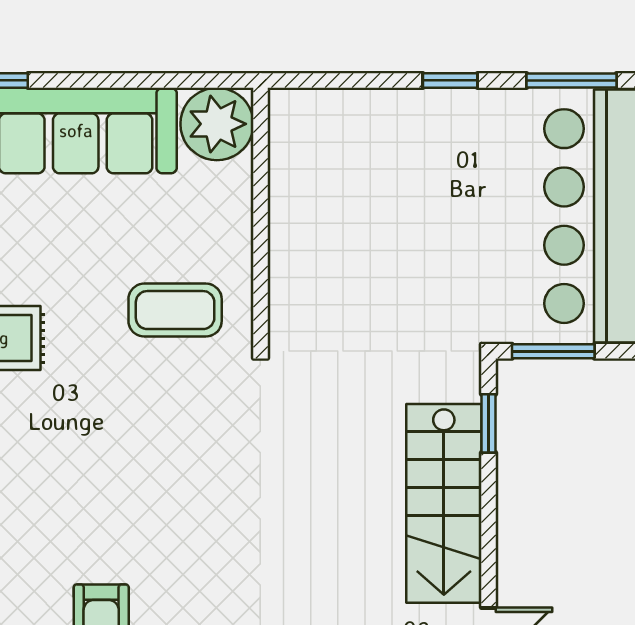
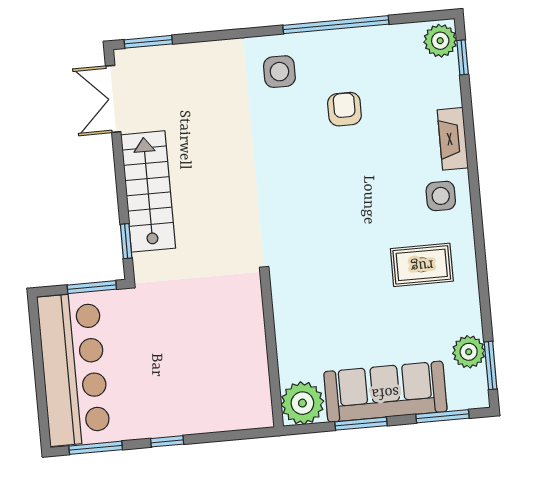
window: (122, 80) -> (361, 424), added
coffee table: (175, 310) -> (317, 291), removed

